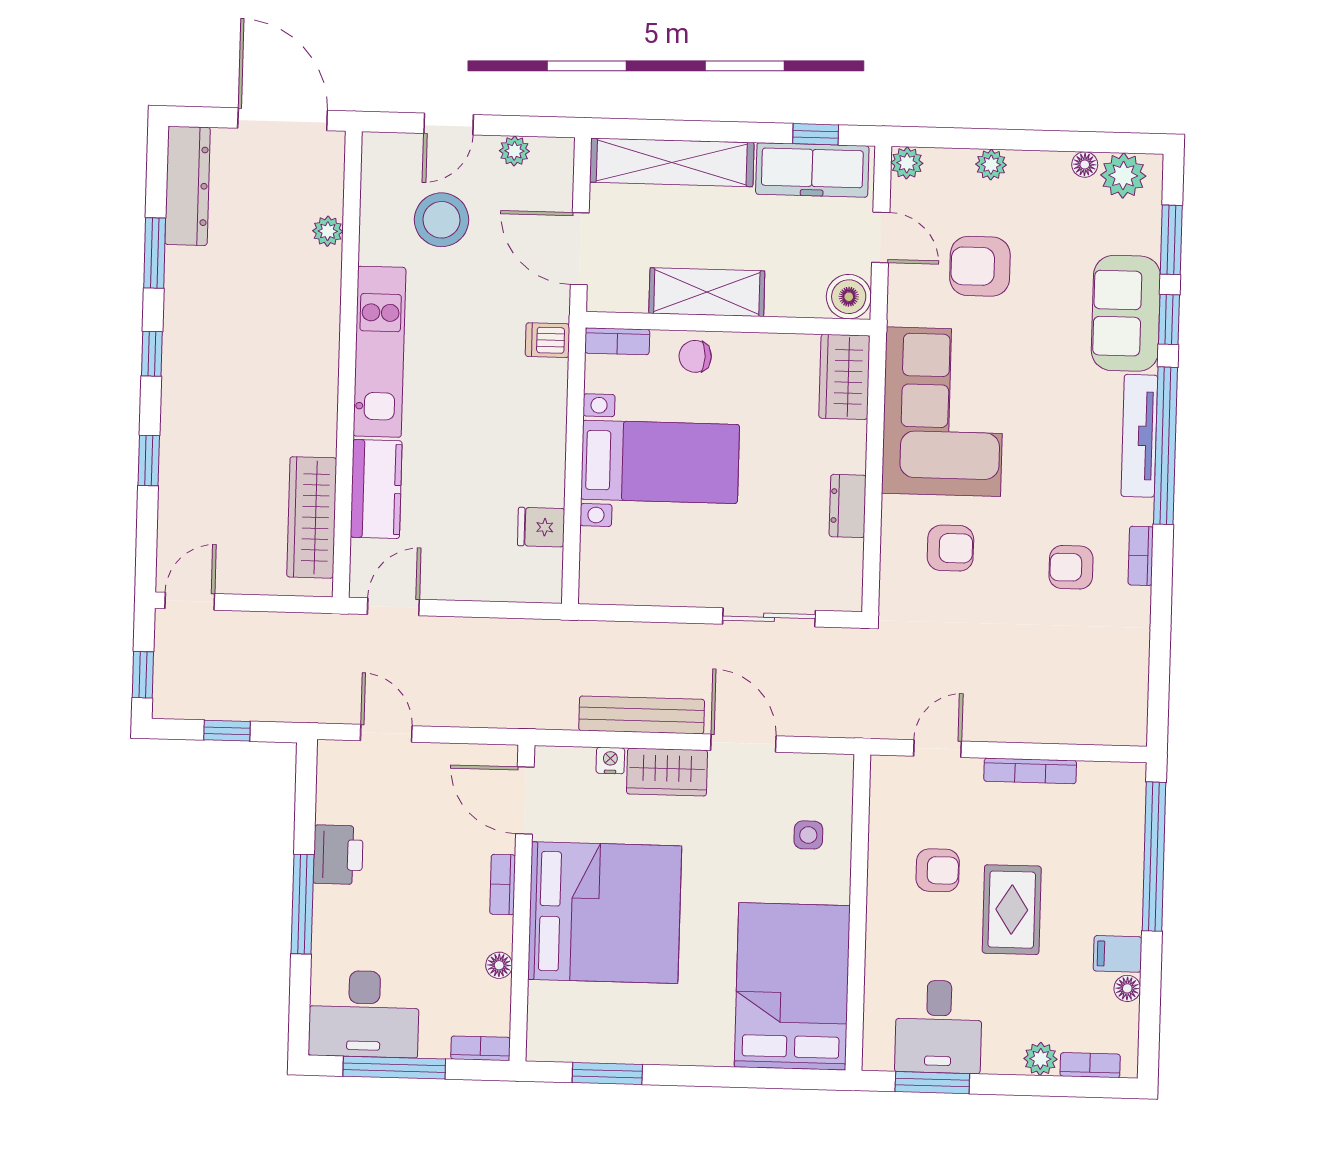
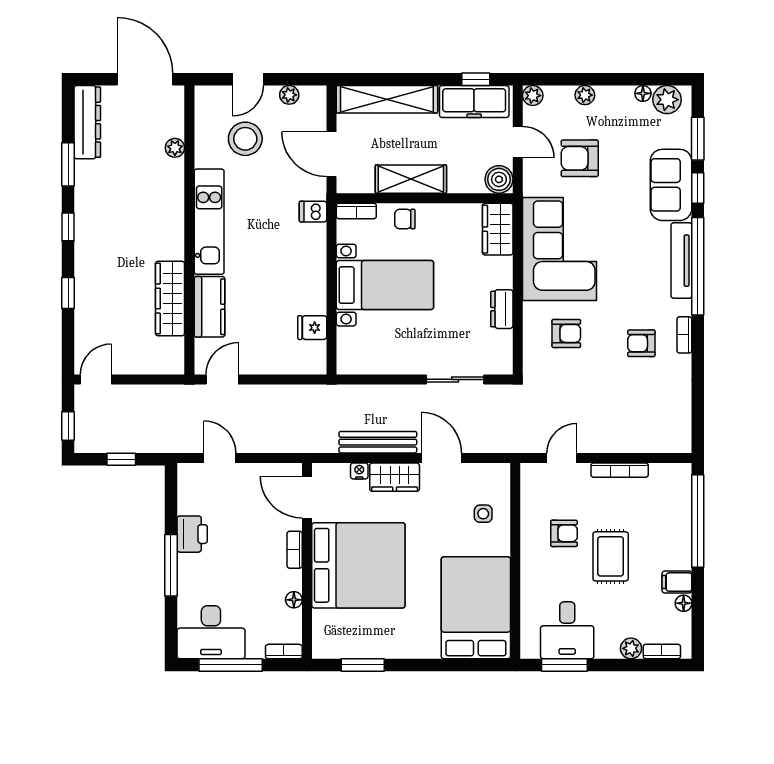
wardrobe: (312, 517) -> (170, 299), moved

